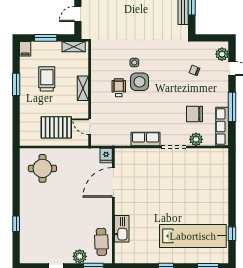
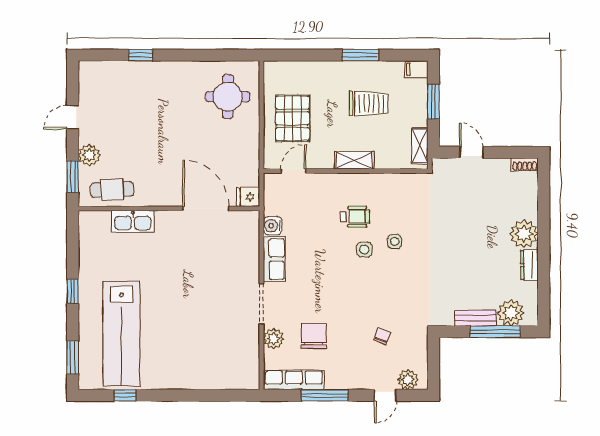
side table: (140, 82) -> (364, 250), width x0.54, depth x0.54
water cooler: (124, 140) -> (273, 226), added

